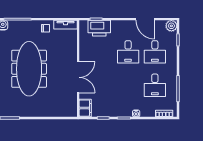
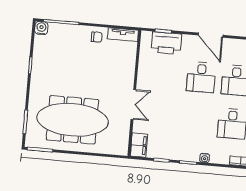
door: (145, 19) -> (211, 35), moved
meeting table: (29, 69) -> (72, 120), moved, turned 90
double door: (78, 77) -> (133, 104), width x0.73

